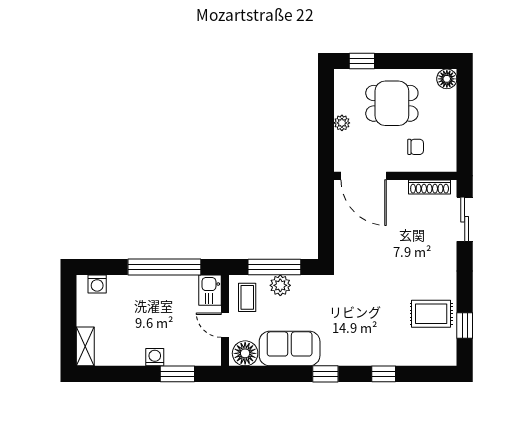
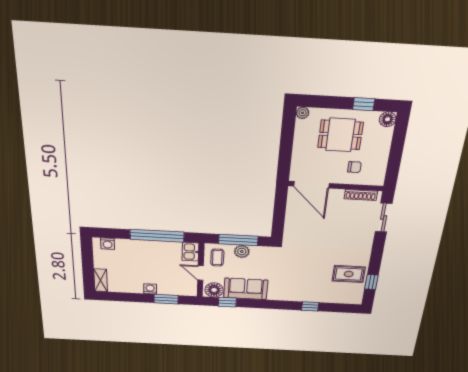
window: (362, 61) -> (364, 104), moved
plant: (342, 123) -> (303, 113), moved
window: (325, 374) -> (227, 302), moved

